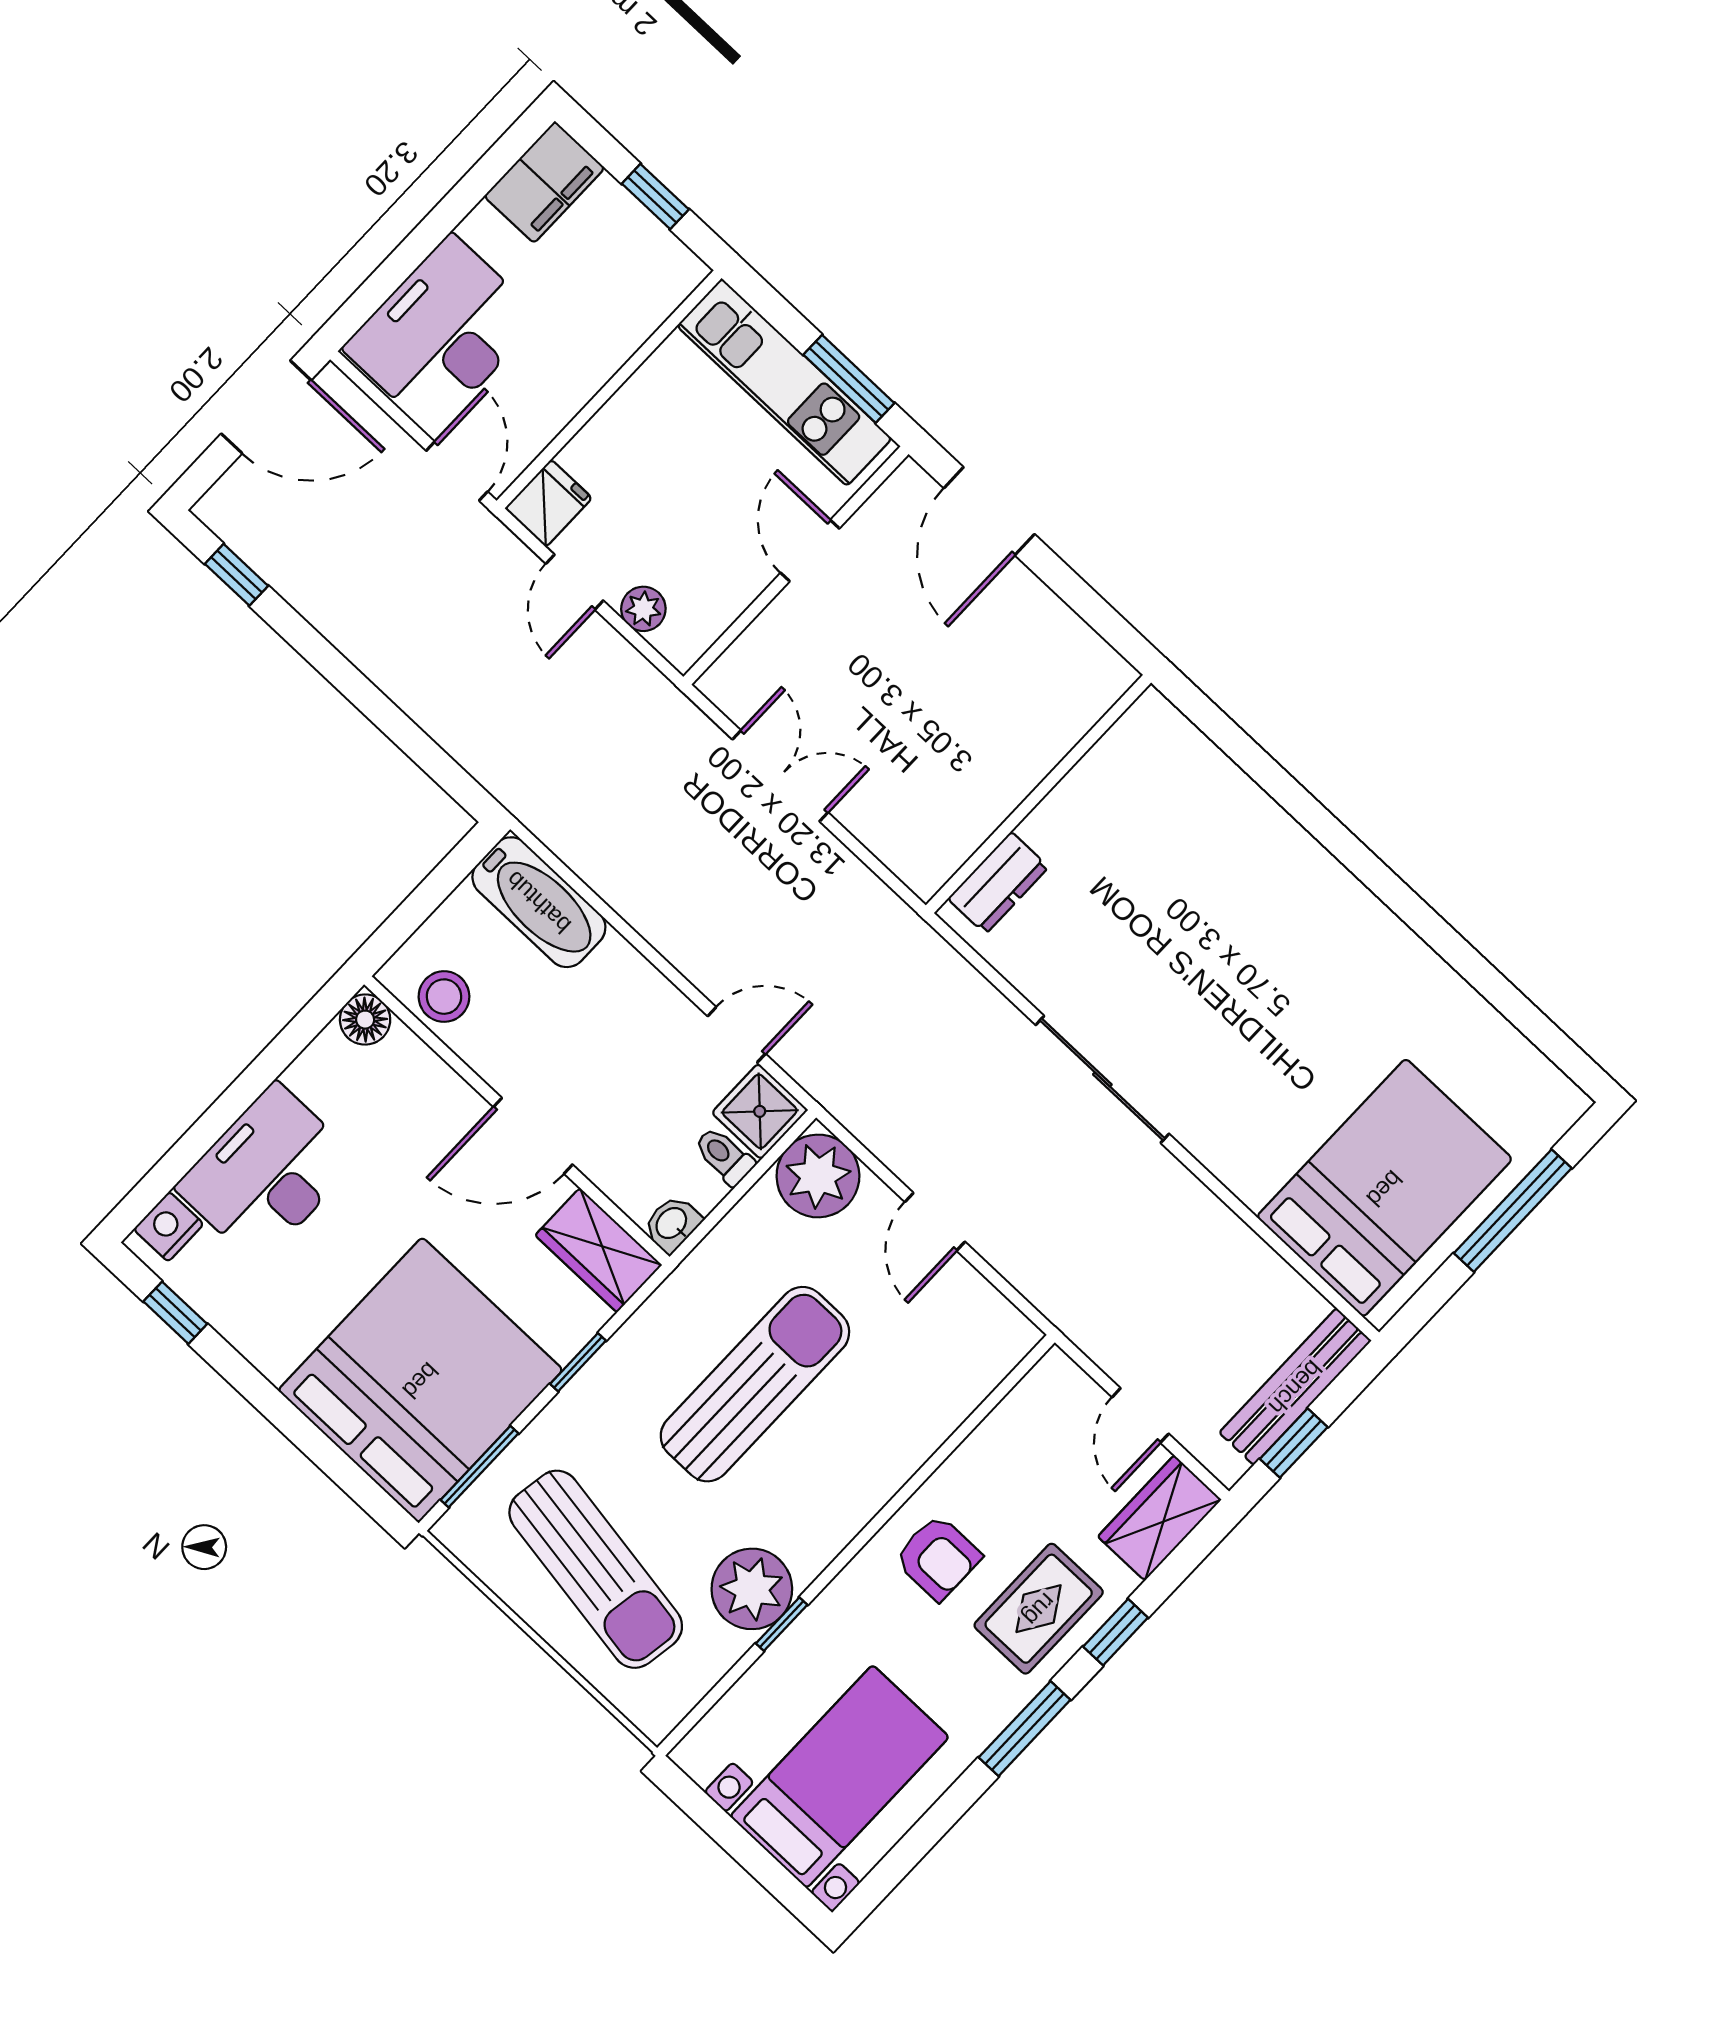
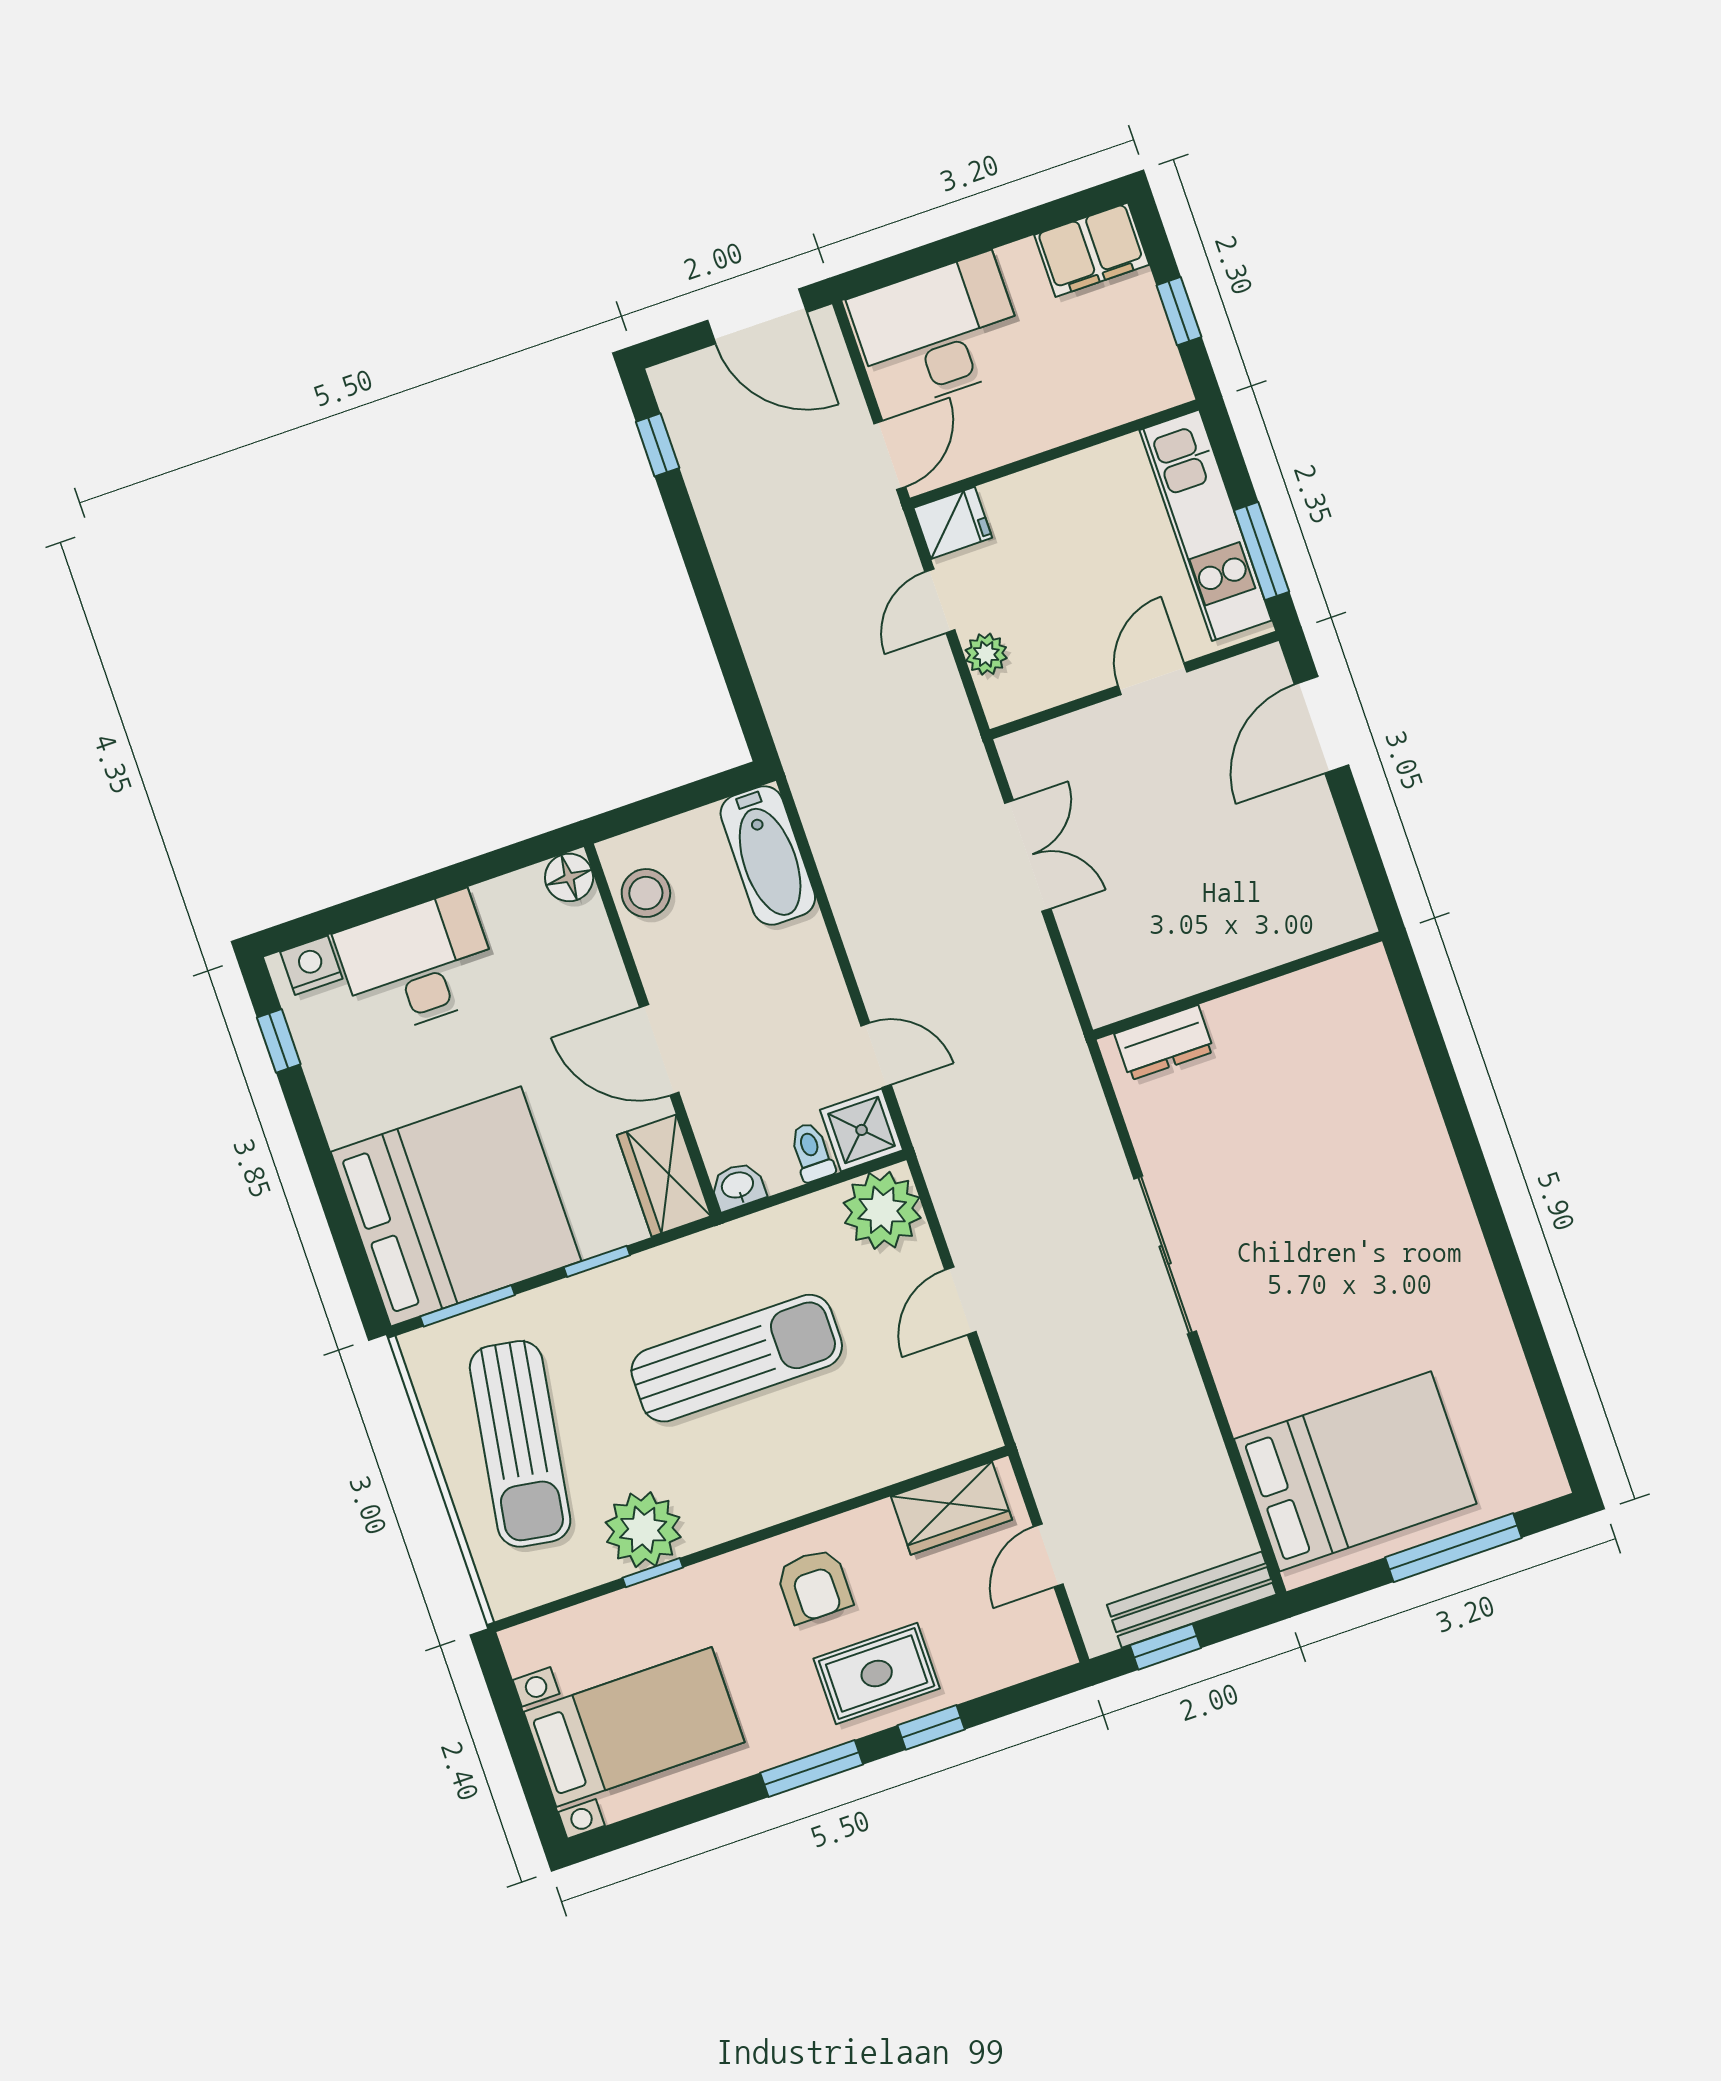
wardrobe: (1160, 1518) -> (951, 1508), moved, turned 180

